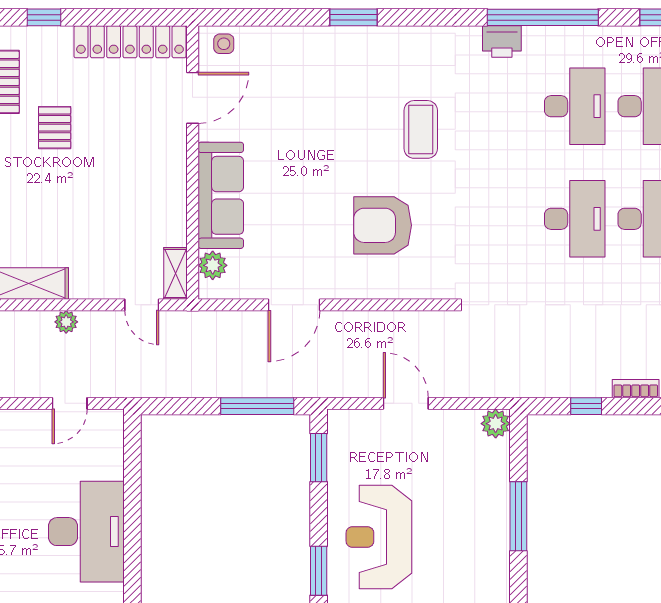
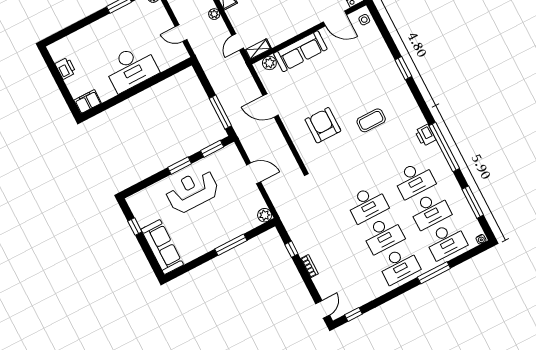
door: (406, 403) -> (254, 173), hinge flipped
window: (319, 571) -> (180, 166), moved

